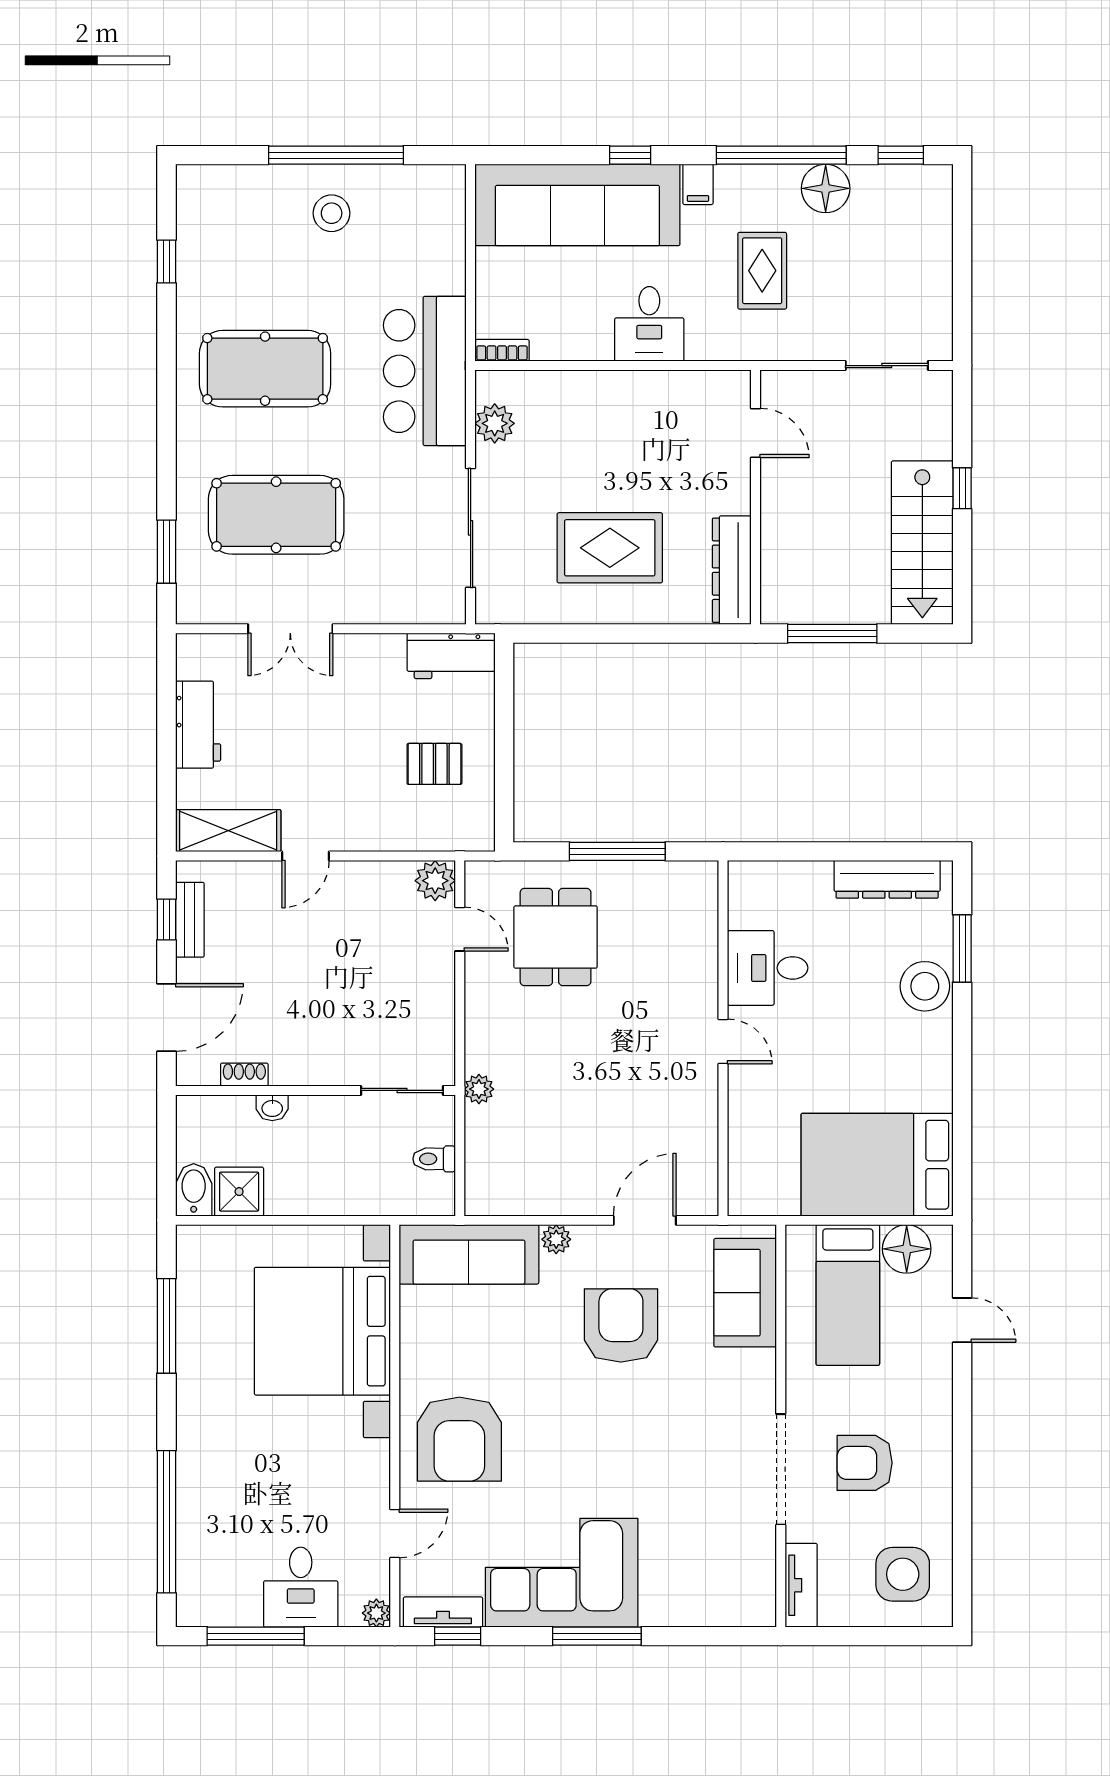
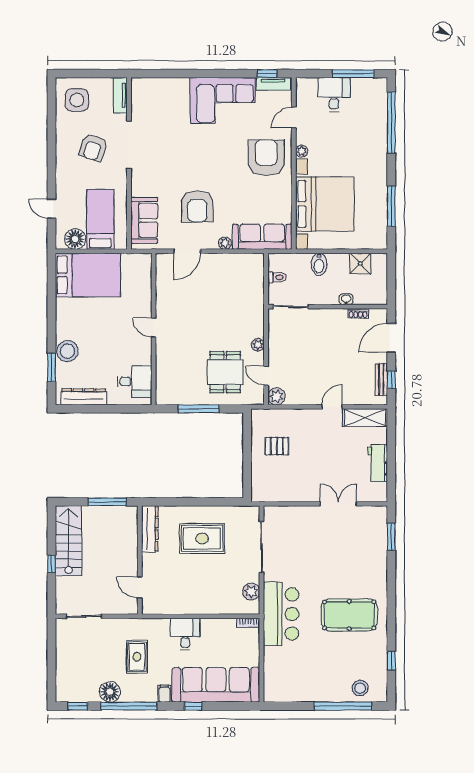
window: (336, 155) -> (343, 706), moved
stool: (332, 213) -> (360, 688), moved
pool table: (276, 515) -> (344, 553), removed
workbench: (451, 656) -> (270, 492), removed
desk: (768, 968) -> (135, 382), moved
plant: (479, 1089) -> (258, 345), moved
bidet: (194, 1190) -> (319, 264), moved
armchair: (865, 1463) -> (93, 148), turned 108
plant: (376, 1613) -> (302, 151), moved
window: (597, 1636) -> (207, 74), removed

